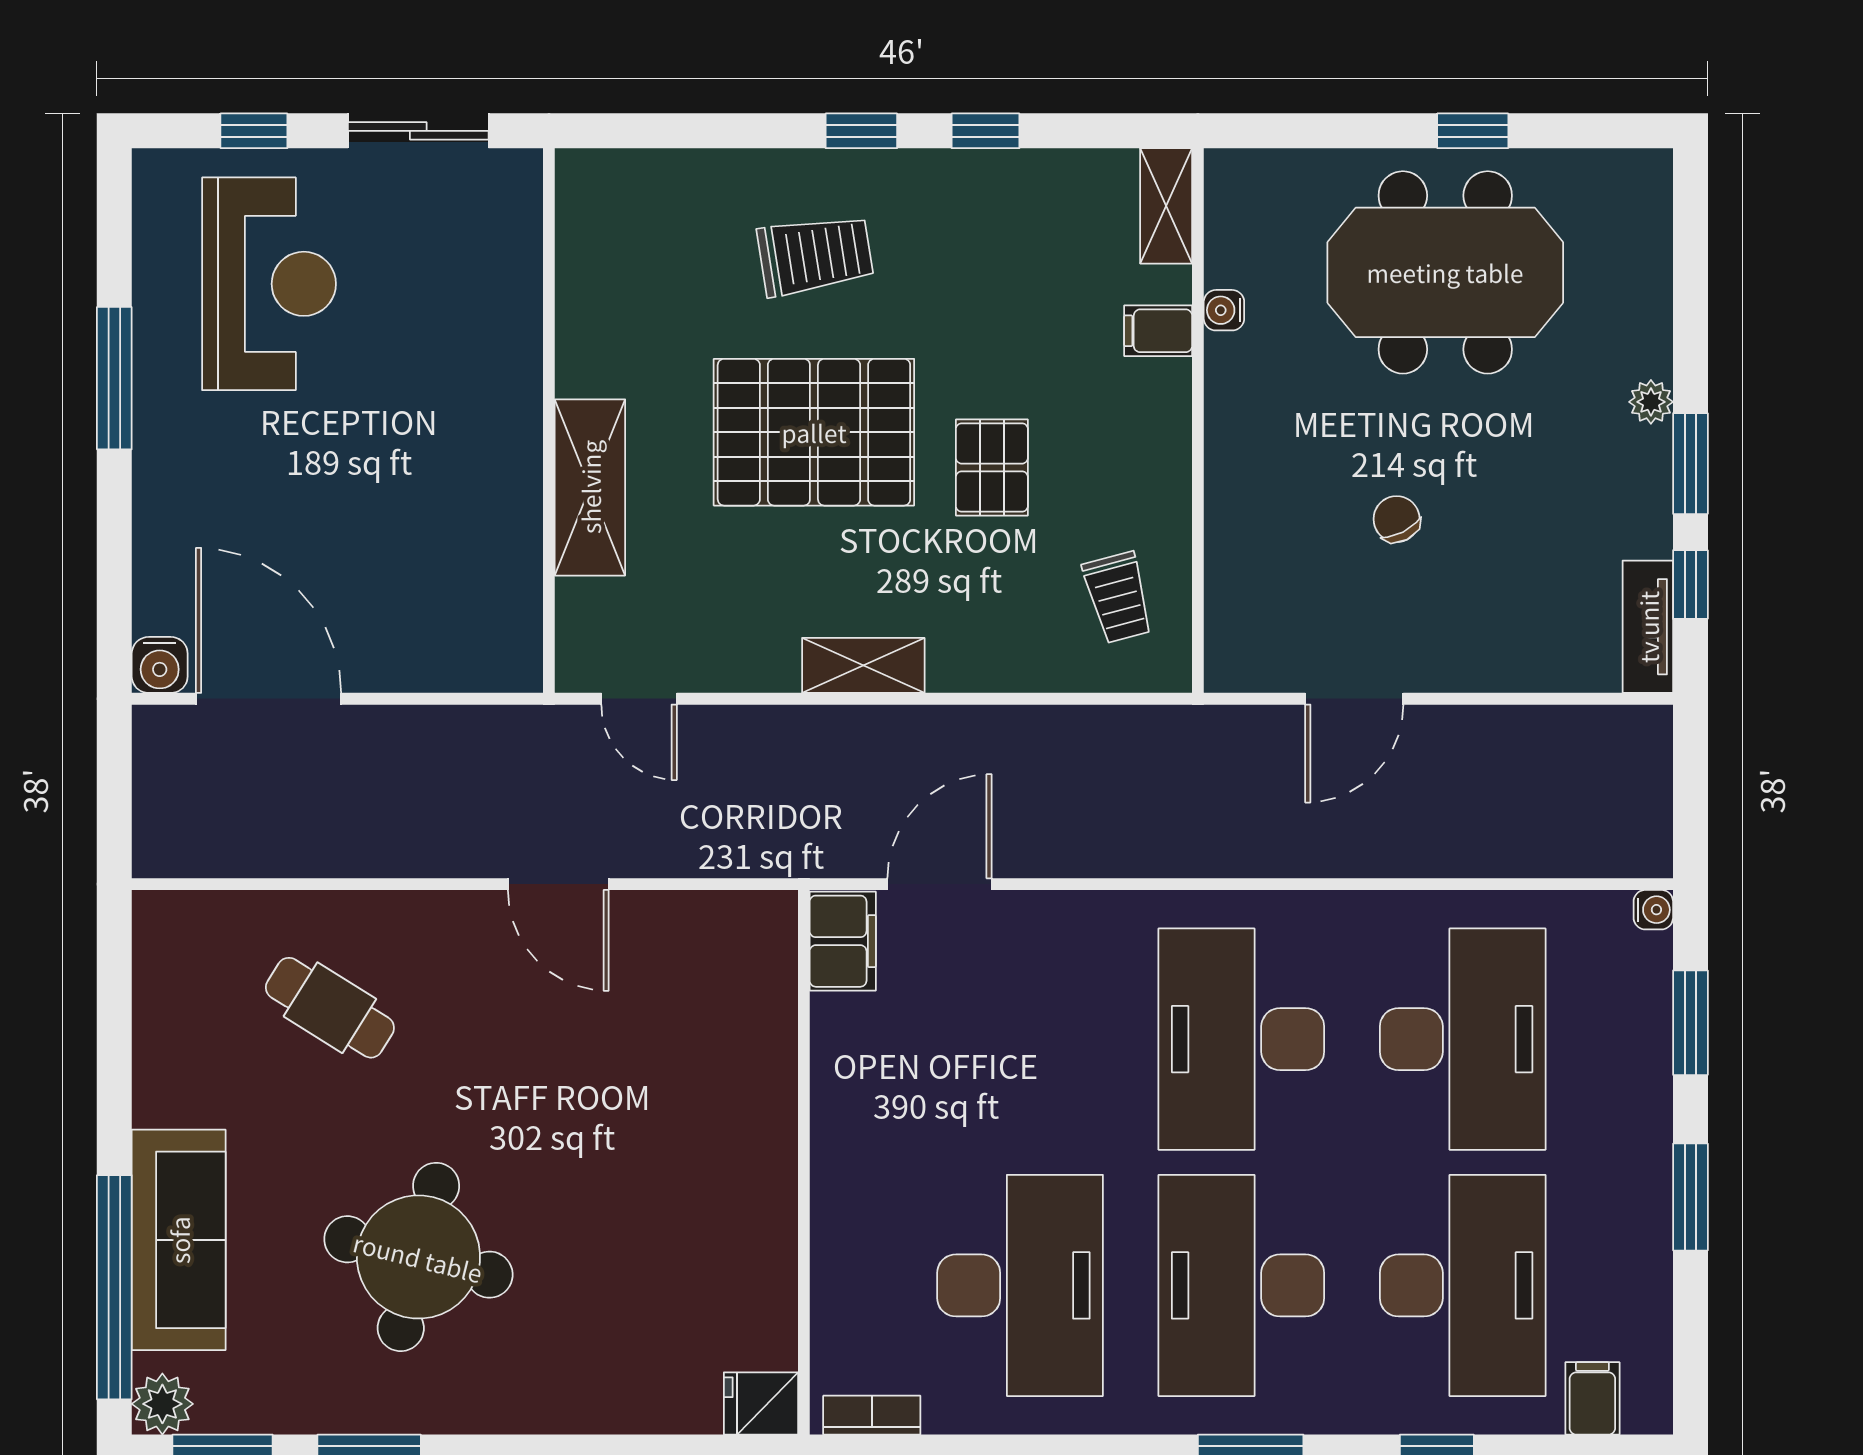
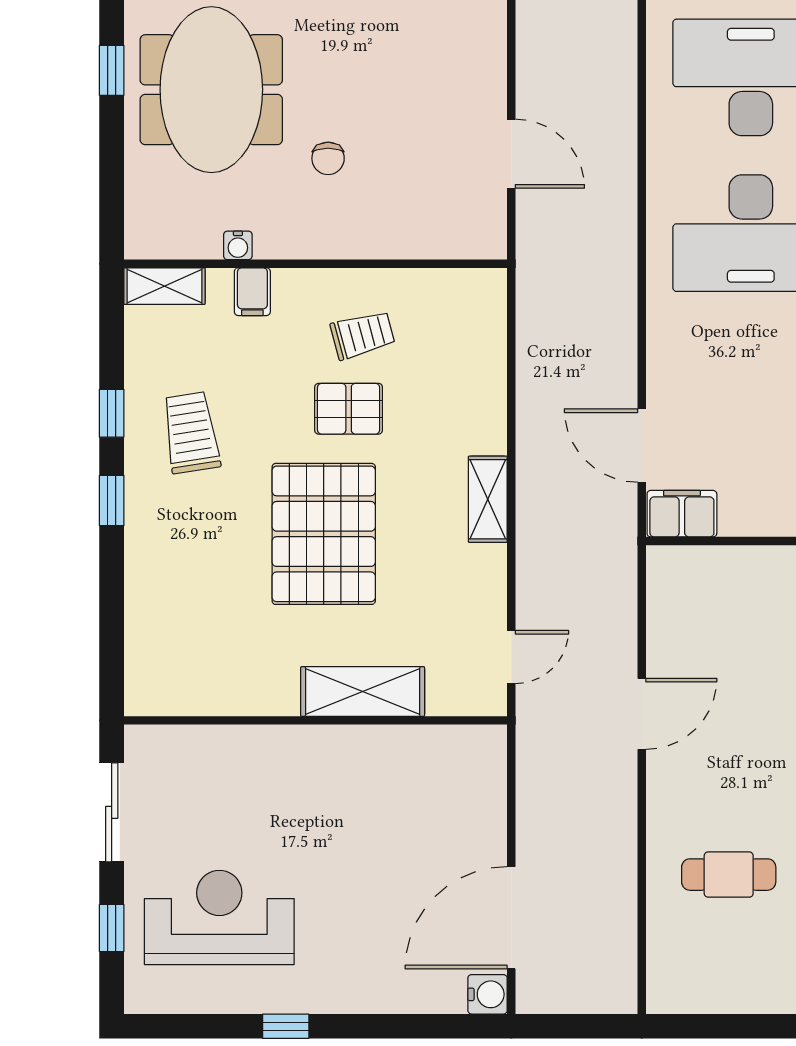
trolley: (815, 255) -> (191, 433), moved
window: (114, 378) -> (286, 1026), width x0.46
chair: (1397, 519) -> (328, 158), moved, turned -63
trolley: (1118, 597) -> (363, 335), moved
cafe table: (330, 1008) -> (729, 875), turned 58

